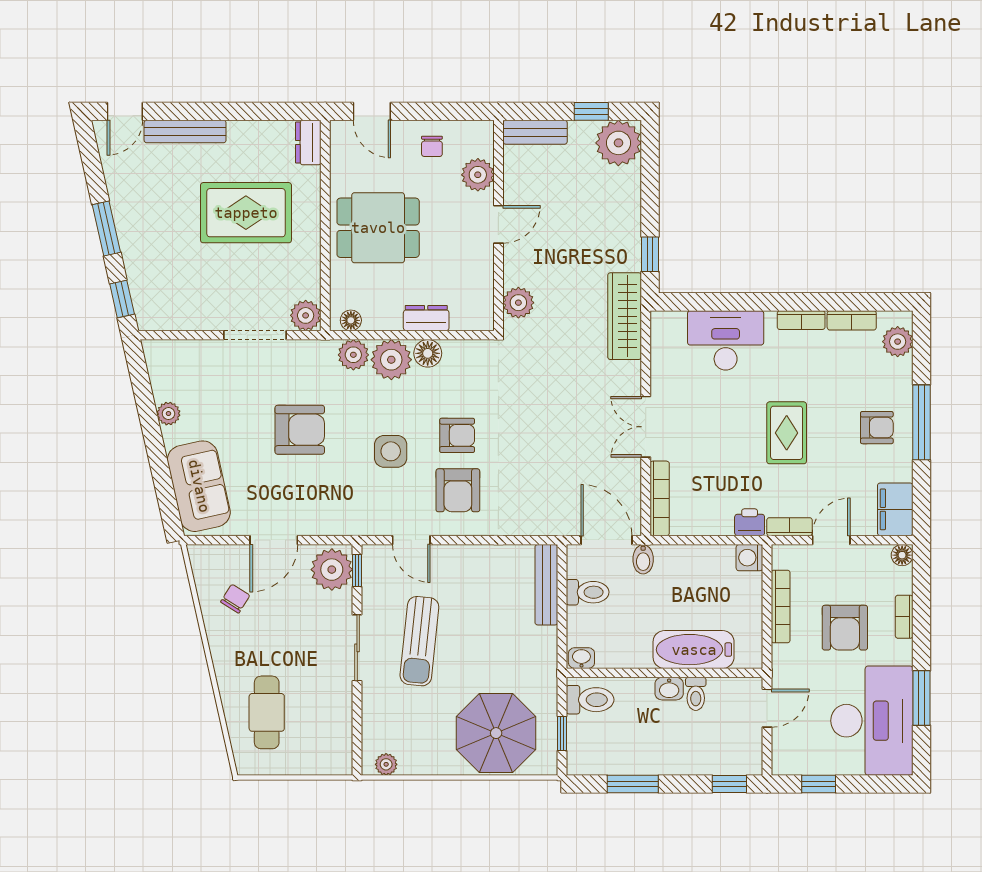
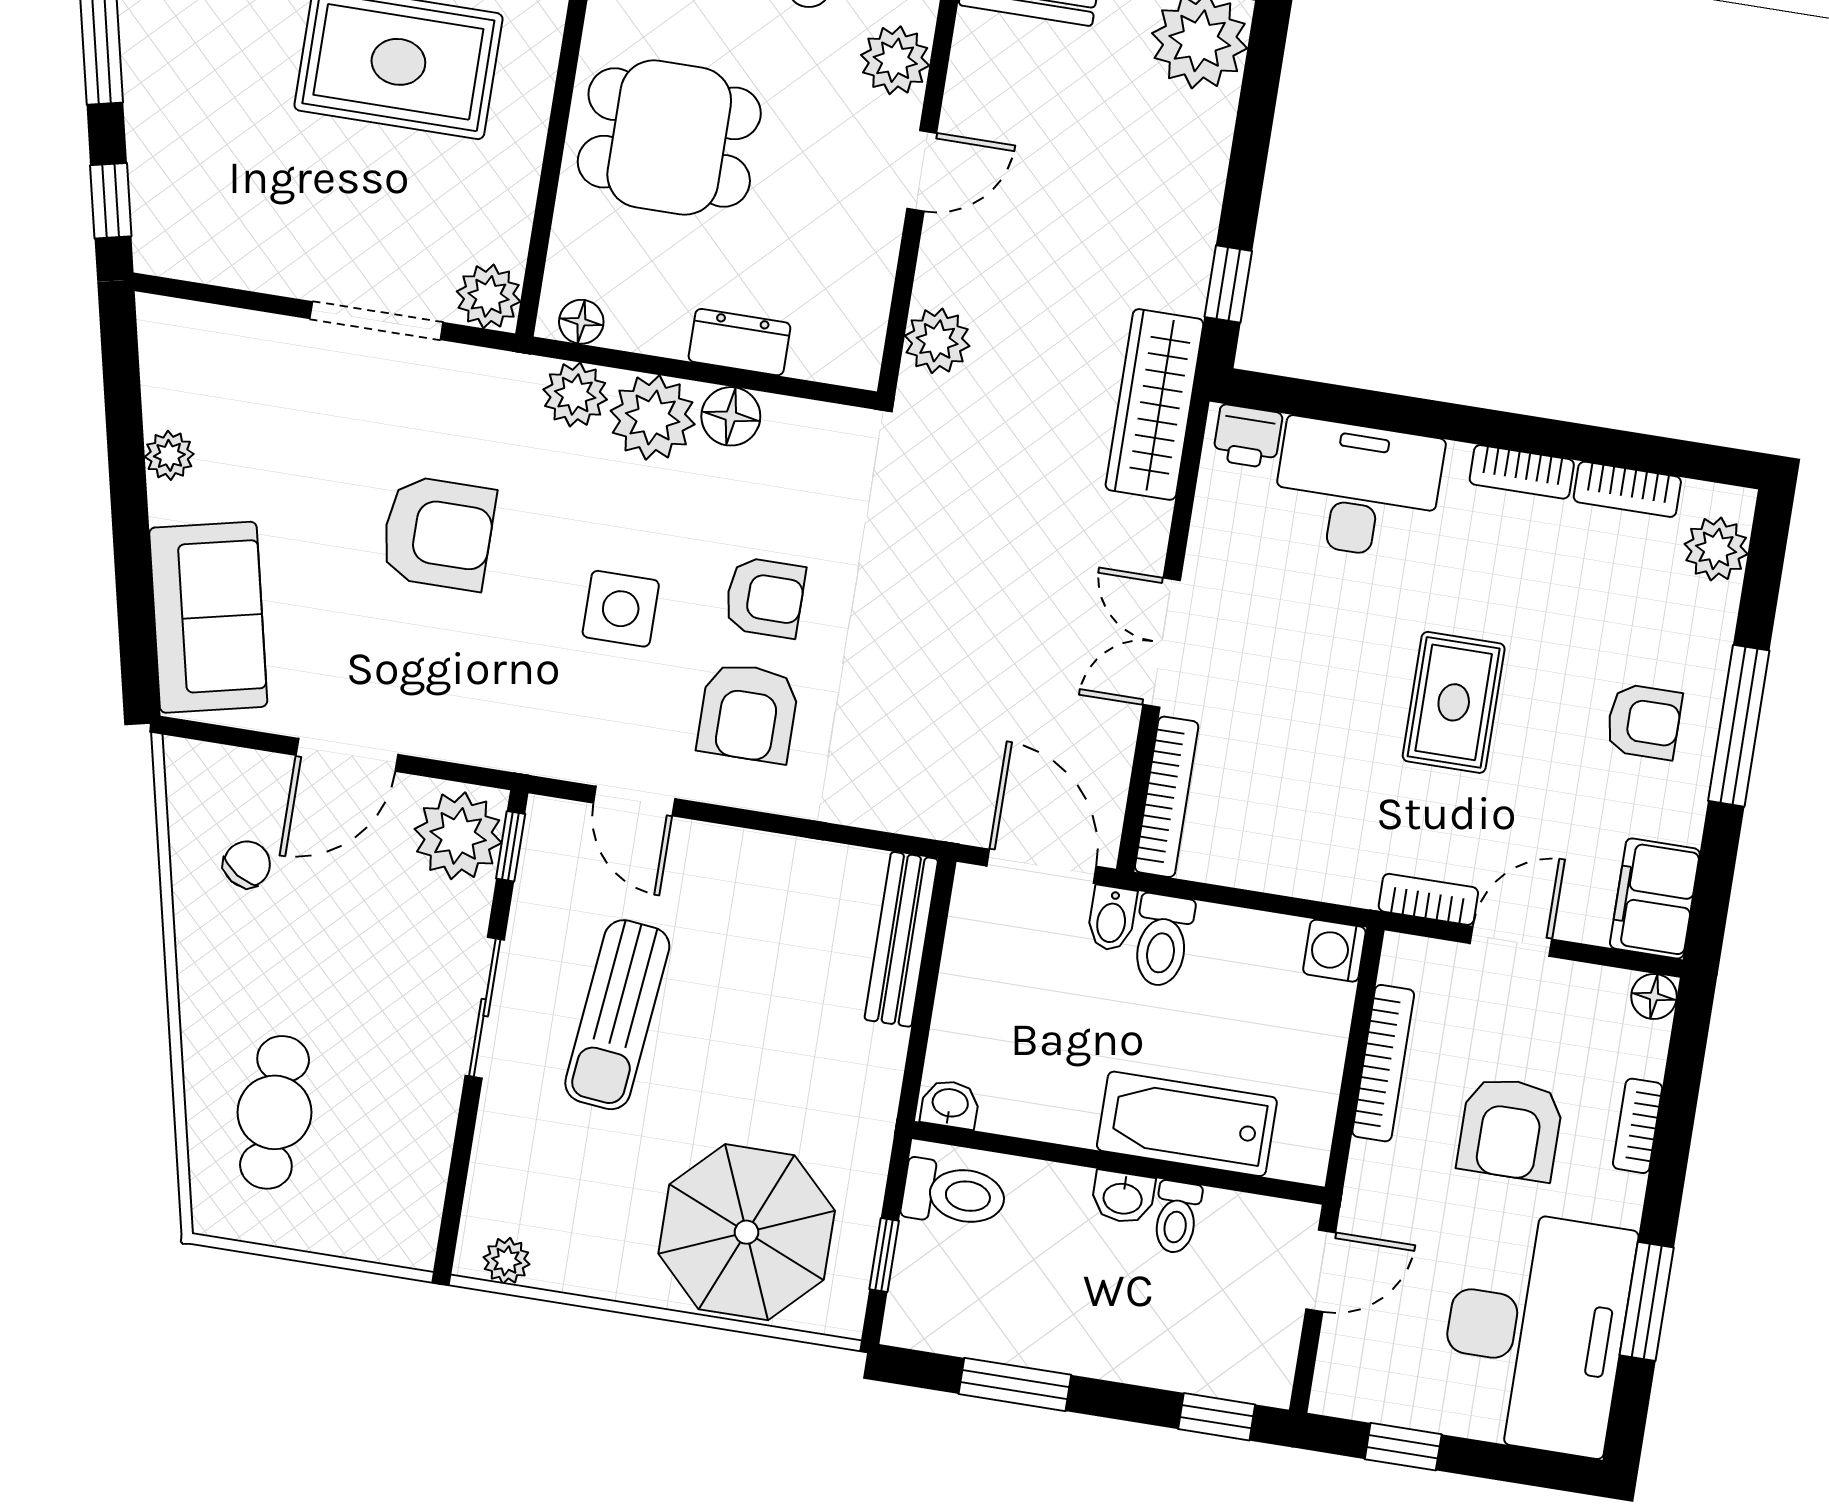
printer: (750, 522) -> (1248, 436), moved, turned 180
toilet: (588, 592) -> (1163, 940), moved, turned 90

